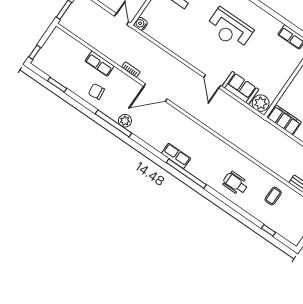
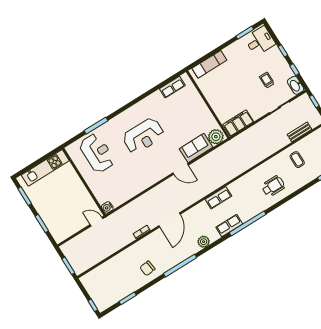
row of seats: (100, 64) -> (218, 198), moved
plant: (125, 121) -> (204, 242), moved
wheelchair: (235, 183) -> (273, 186), turned 180

